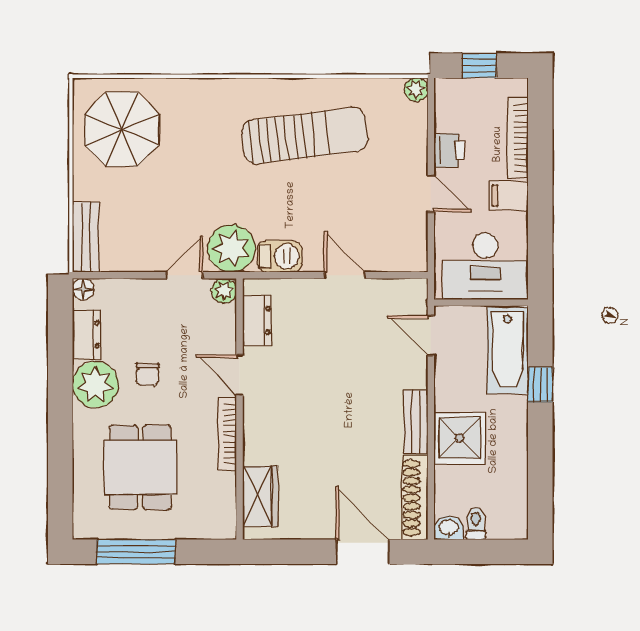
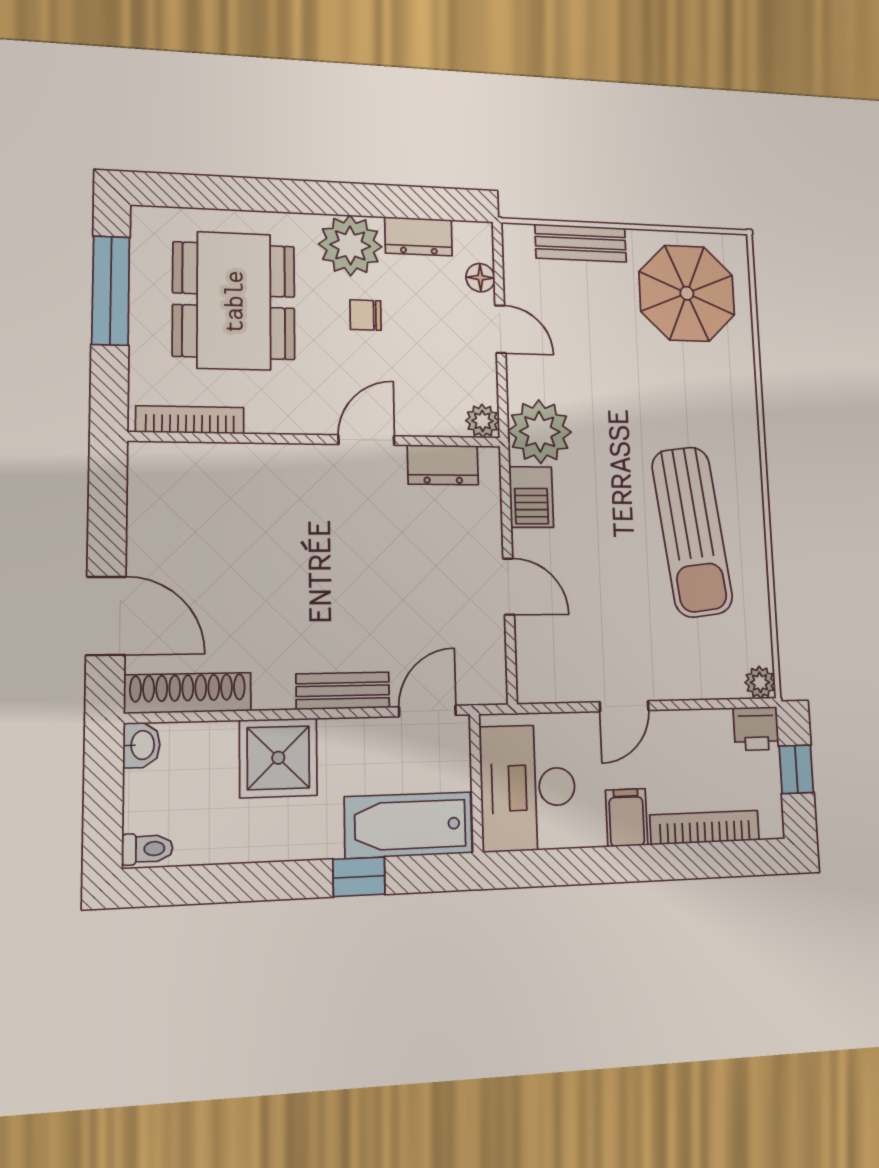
printer: (449, 150) -> (756, 729), moved
bench: (86, 237) -> (581, 243), moved
door: (185, 275) -> (500, 329), moved
door: (345, 275) -> (509, 587), hinge flipped
floor lamp: (83, 289) -> (480, 278), moved
bench: (416, 422) -> (343, 691), moved
bookcase: (227, 434) -> (190, 420), moved
dining table: (140, 467) -> (234, 301), width x1.37
wardrobe: (260, 496) -> (191, 467), removed
toilet: (476, 523) -> (147, 849), moved
door: (363, 552) -> (106, 616), hinge flipped

